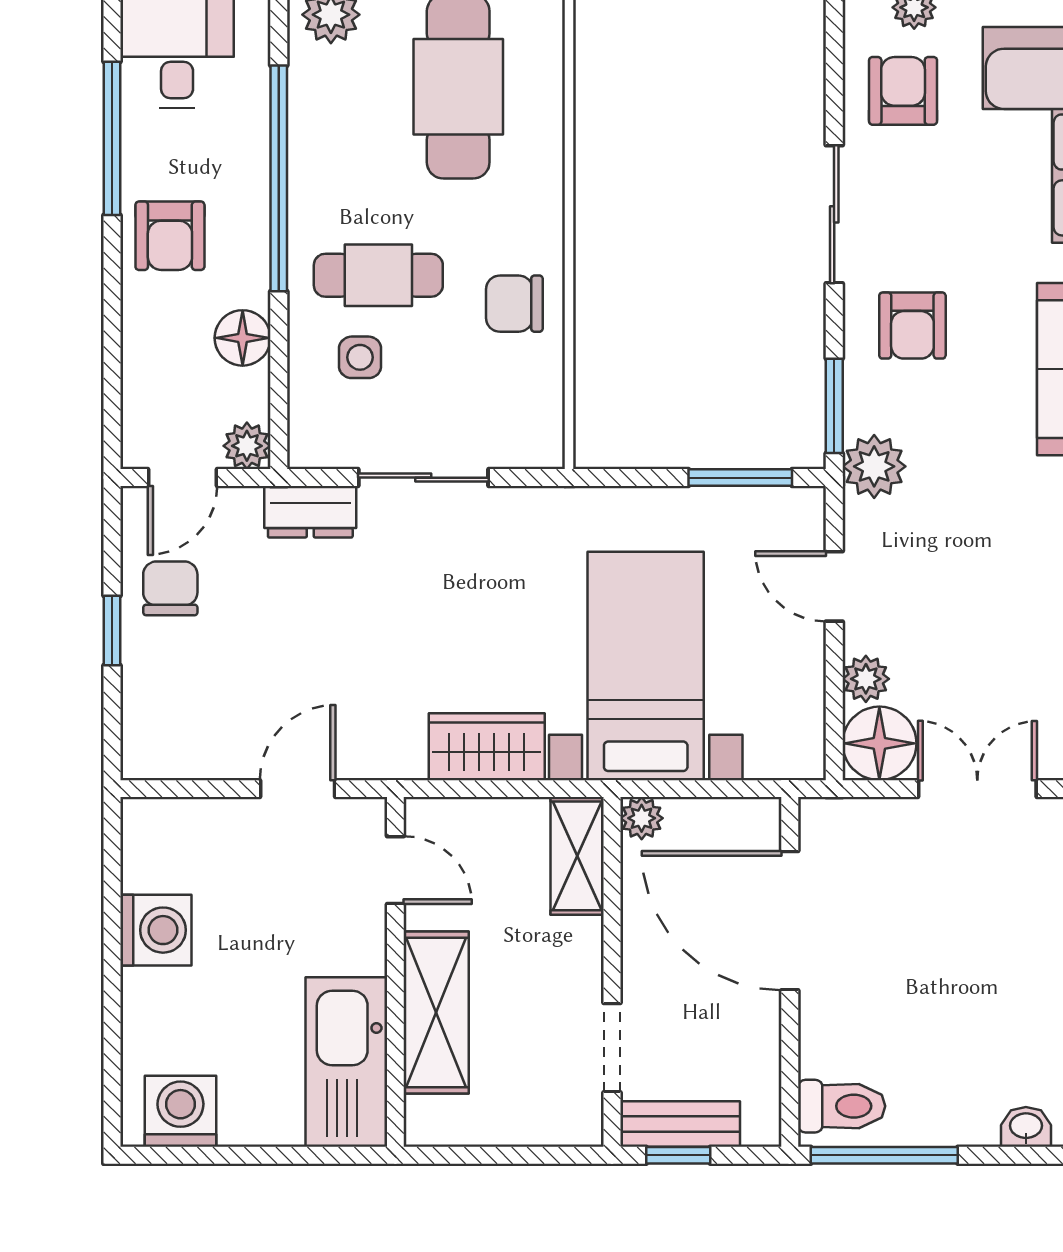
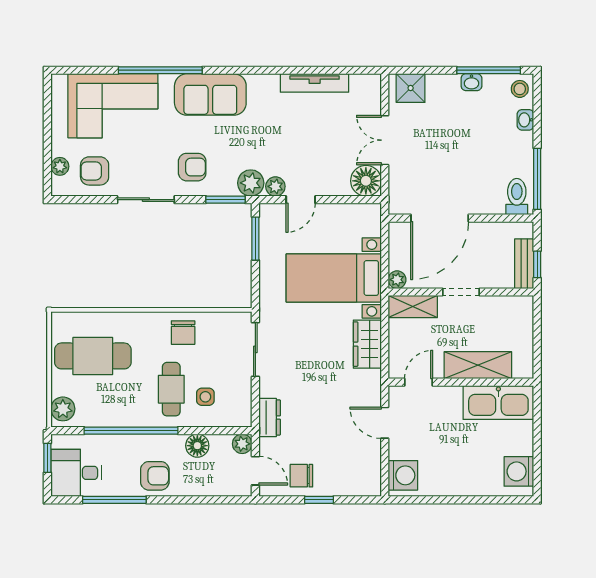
sliding door: (423, 478) -> (255, 349), moved
plant: (866, 679) -> (275, 186), moved
washing machine: (156, 930) -> (403, 475), moved, turned 90
doorway: (612, 1048) -> (461, 292), moved

